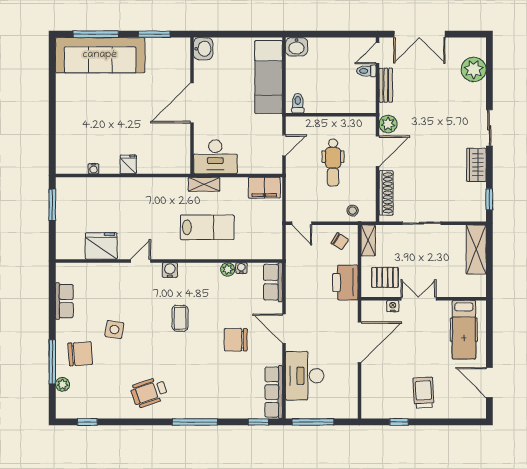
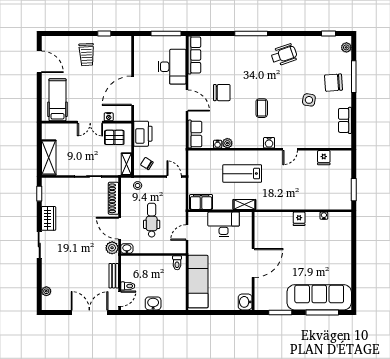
washbasin: (296, 47) -> (153, 303), moved
plant: (474, 69) -> (46, 291), width x0.53, depth x0.53
washbasin: (367, 123) -> (127, 248), added
door: (378, 151) -> (120, 228), hinge flipped
desk: (215, 157) -> (224, 224), moved
fridge: (101, 246) -> (324, 158), width x0.53, depth x0.75
plant: (62, 384) -> (346, 47), moved
window: (258, 422) -> (205, 33), removed

